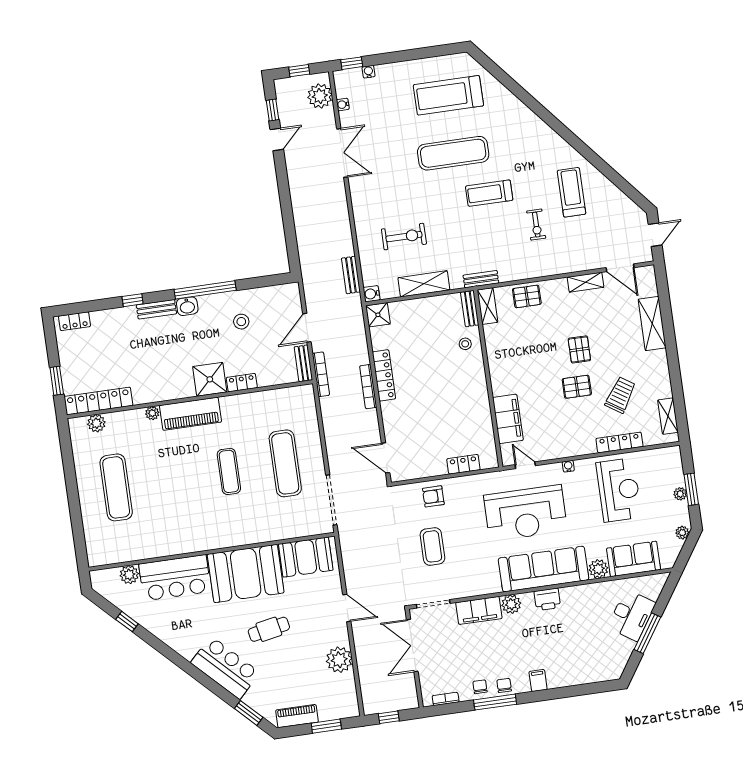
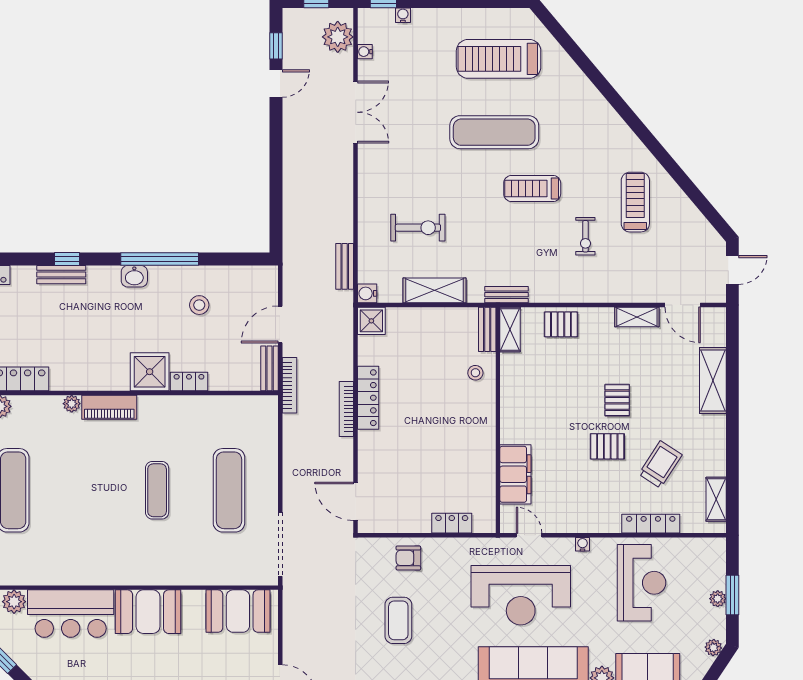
bench: (156, 309) -> (61, 275), moved
piano: (190, 414) -> (109, 407), width x0.73, depth x0.75
booth: (246, 573) -> (148, 612), width x0.73, depth x0.70

